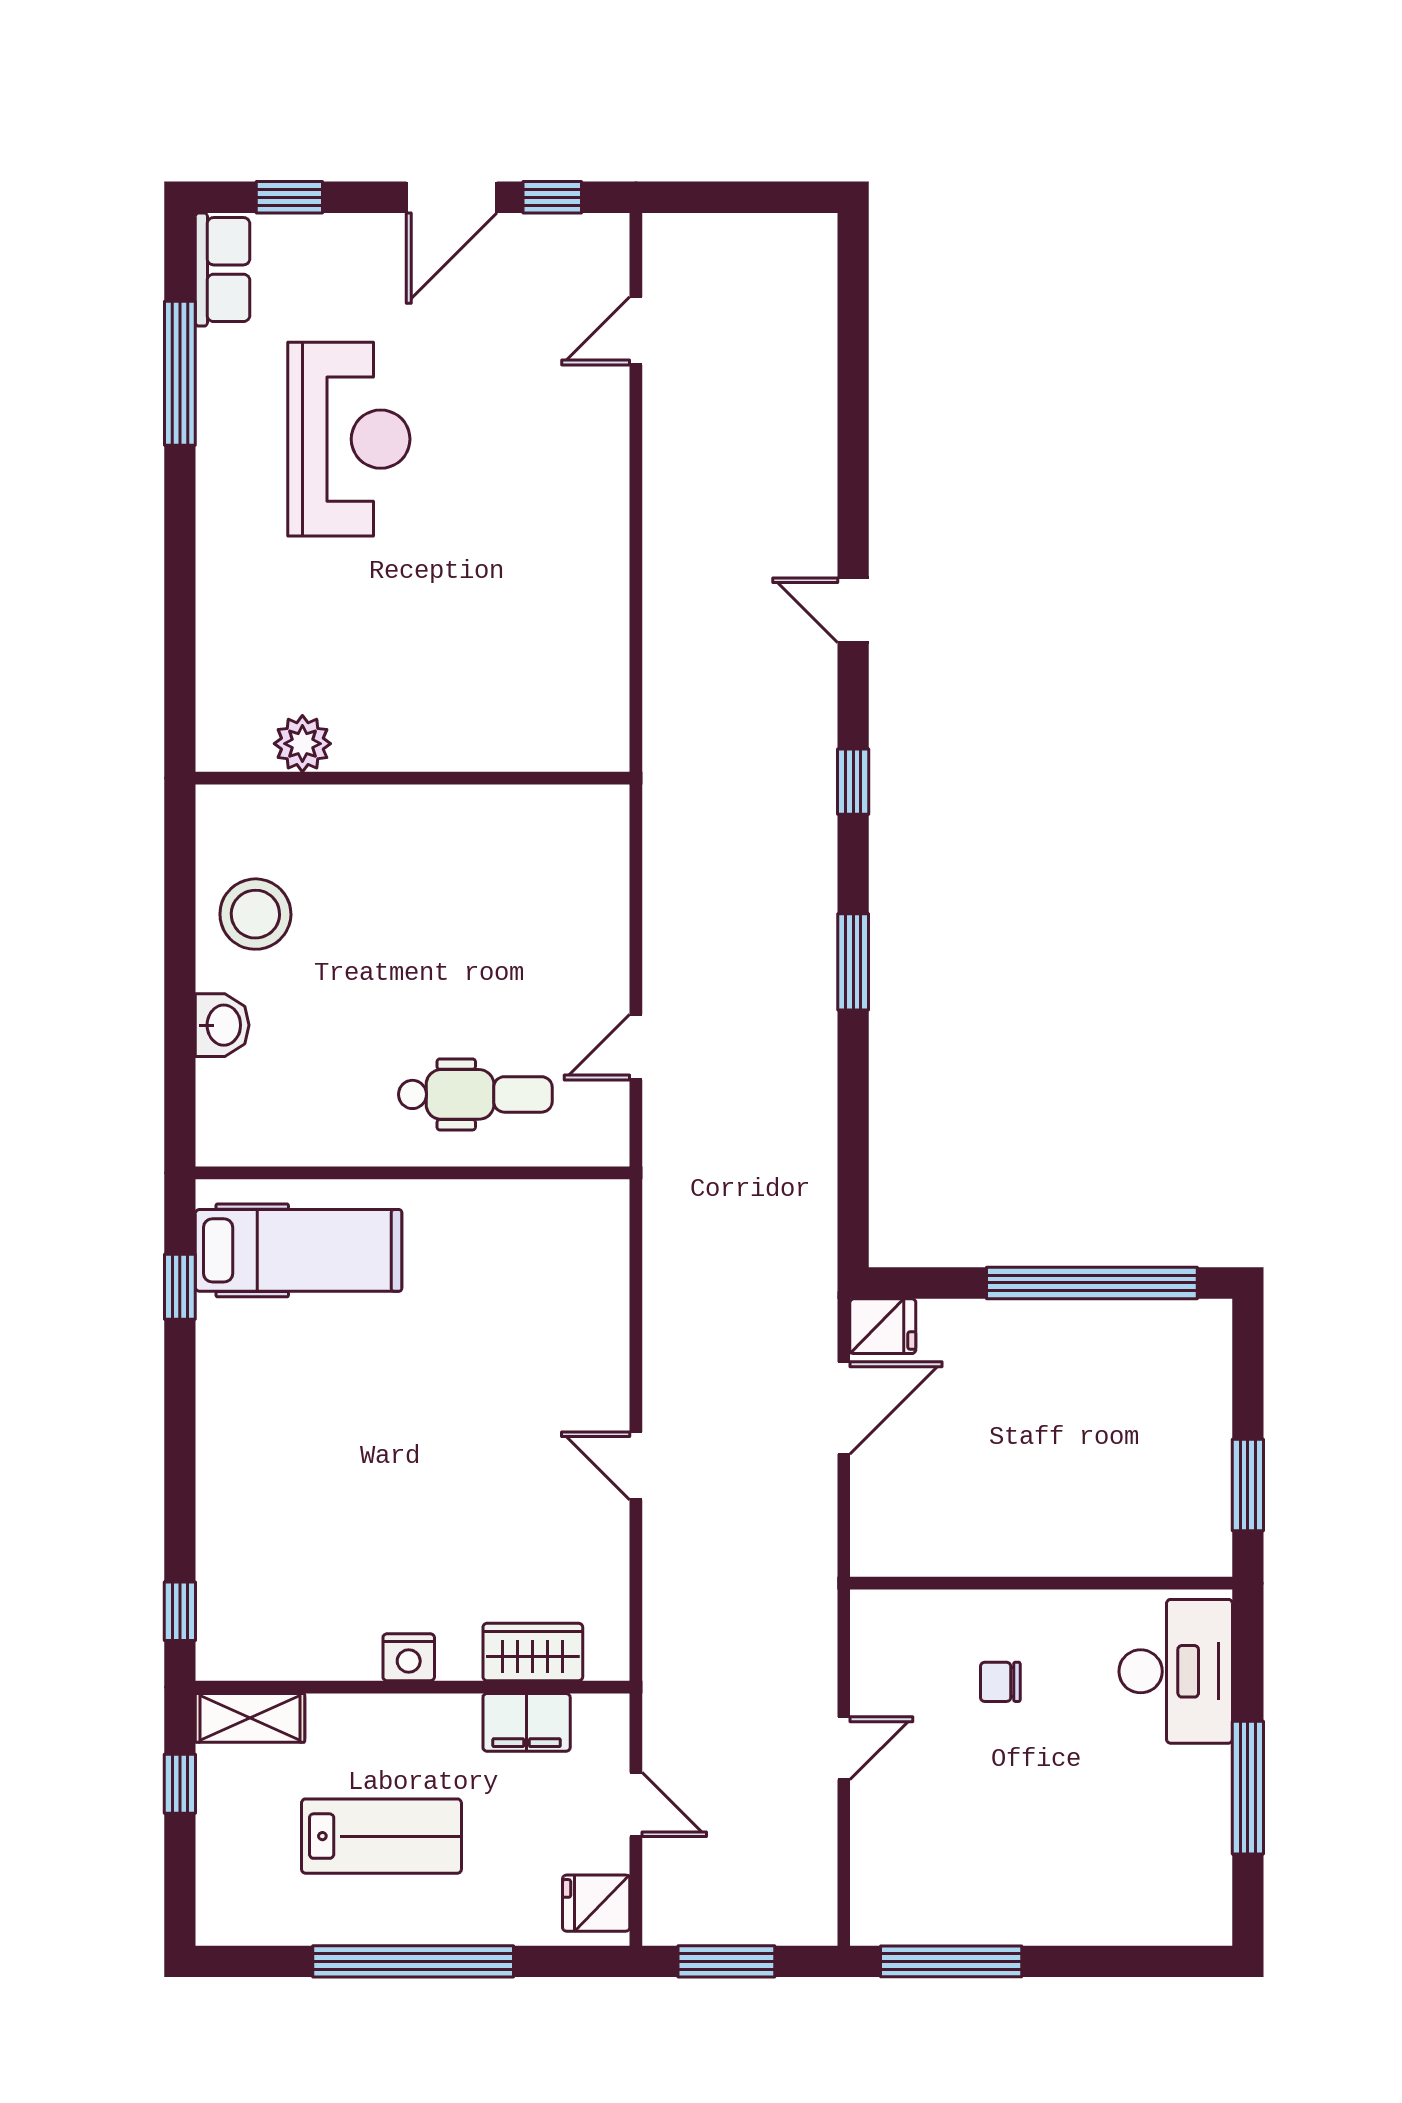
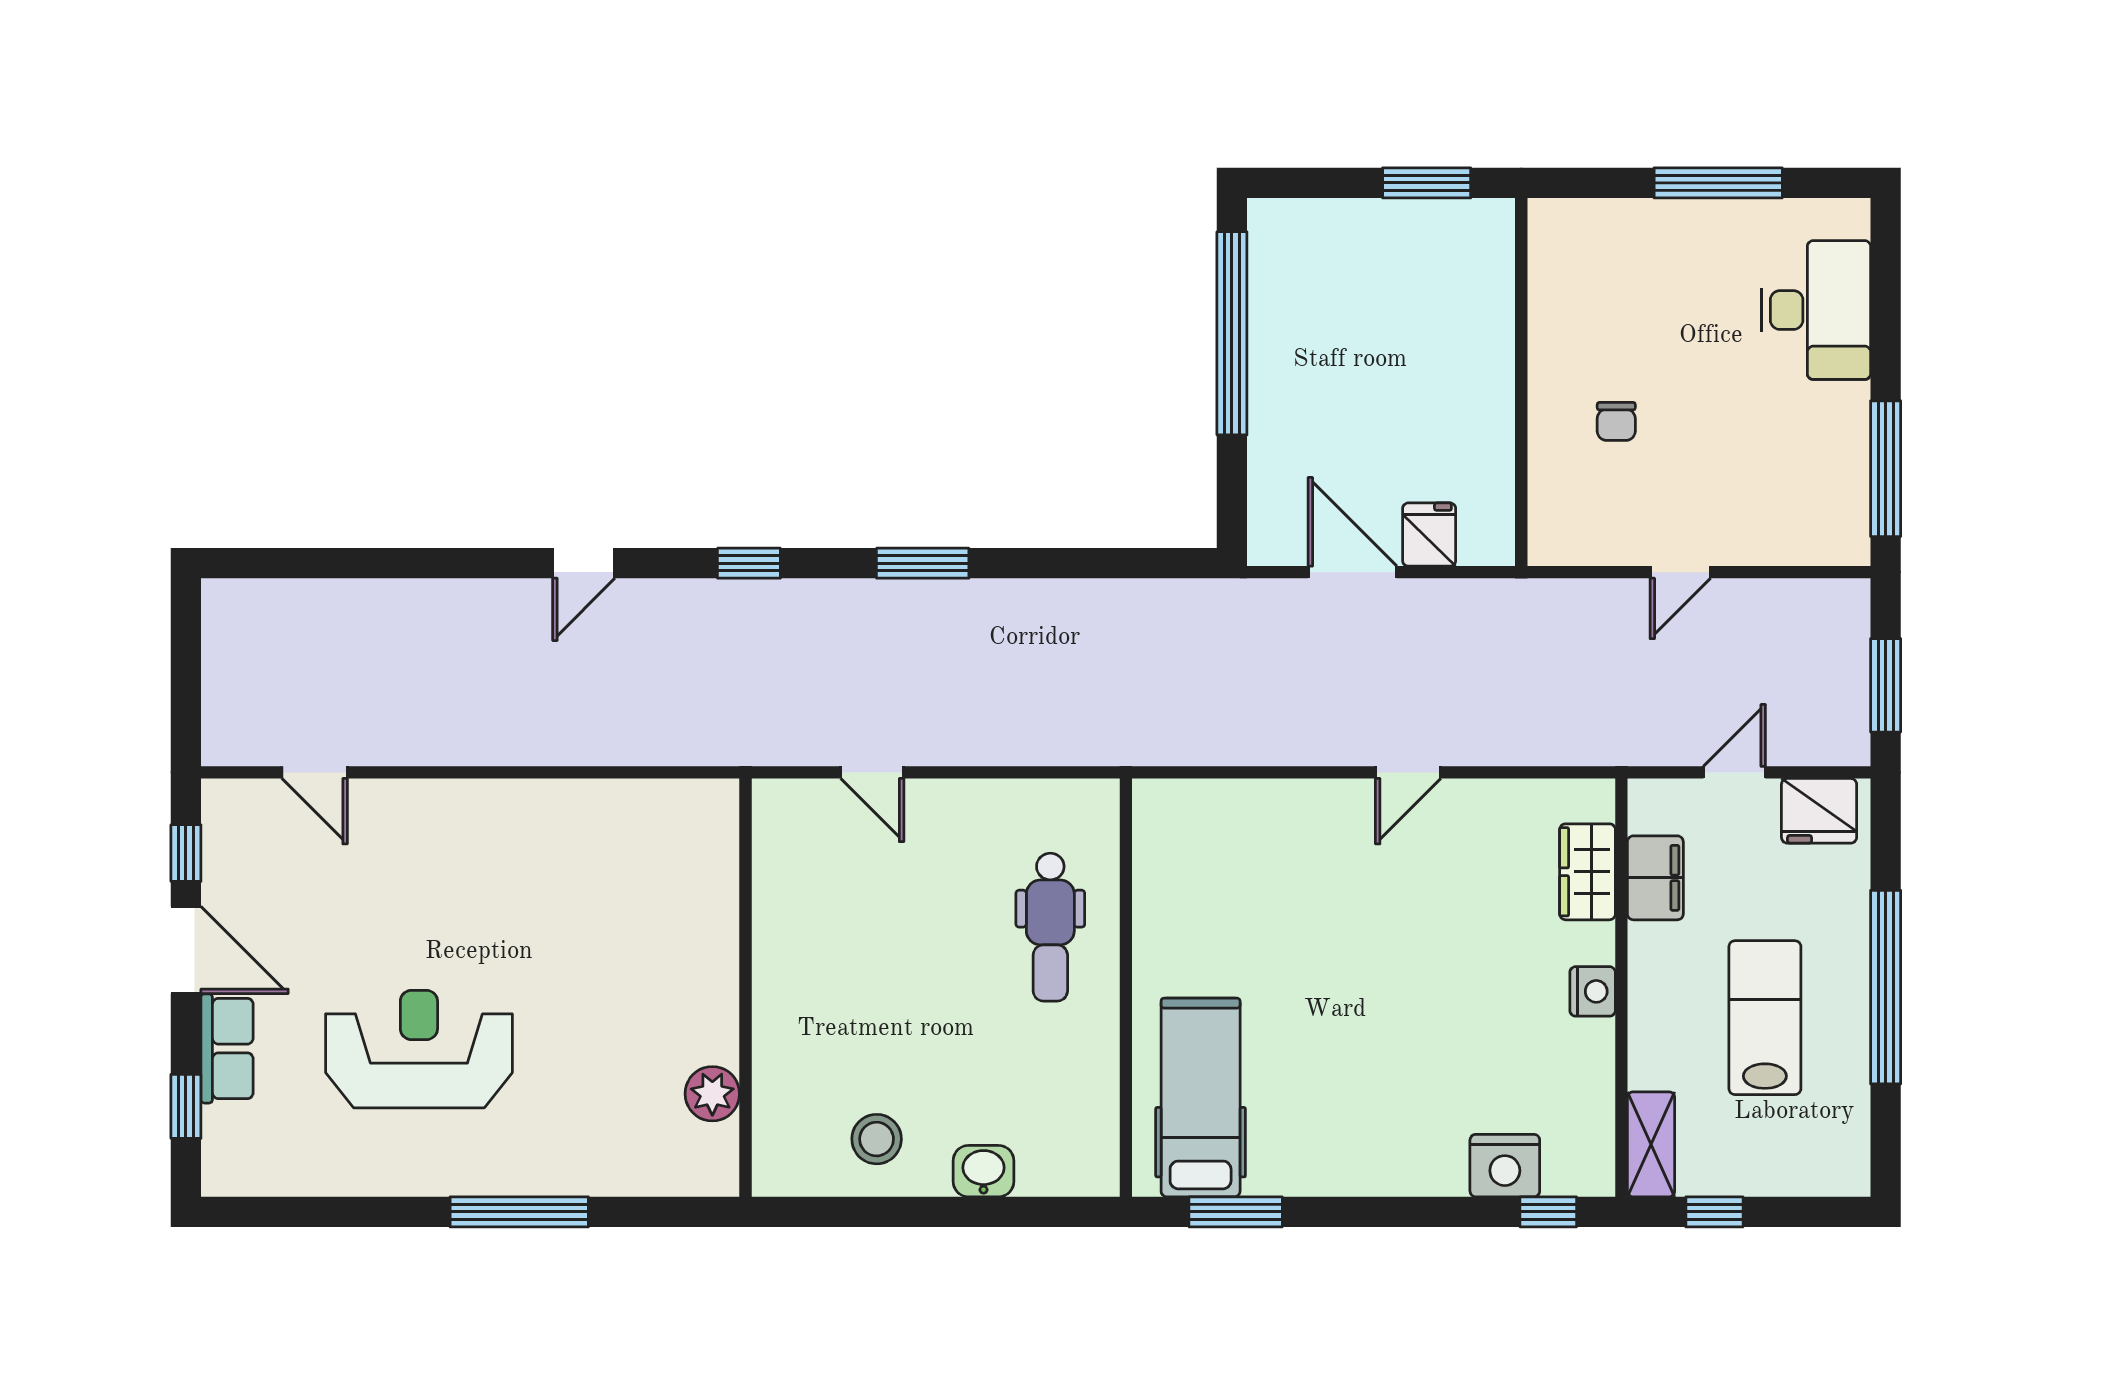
row of seats: (223, 270) -> (227, 1048), moved, turned 90
window: (180, 373) -> (519, 1212), moved
stool: (255, 914) -> (877, 1139), width x0.73, depth x0.73
door: (636, 1047) -> (872, 772), moved
dental chair: (475, 1094) -> (1050, 927), turned 180
window: (180, 1287) -> (1236, 1212), width x1.50
fridge: (883, 1326) -> (1429, 535), moved
nightstand: (228, 1566) -> (1505, 1166), added
desk: (1176, 1671) -> (1816, 310), moved, turned 90
door: (844, 1748) -> (1680, 572), swing flipped
fridge: (596, 1903) -> (1819, 811), width x1.38

